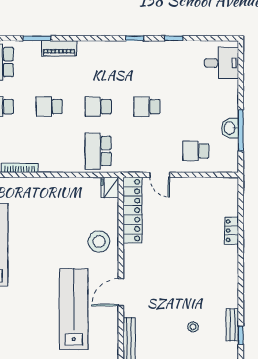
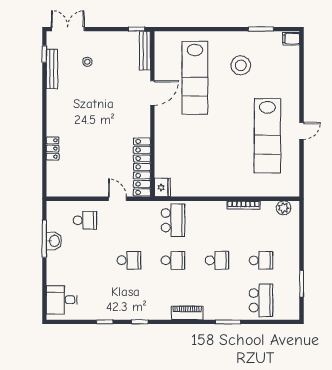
piano: (59, 48) -> (187, 313), moved
stool: (99, 241) -> (241, 65), moved
bench: (232, 325) -> (52, 69), width x1.36

